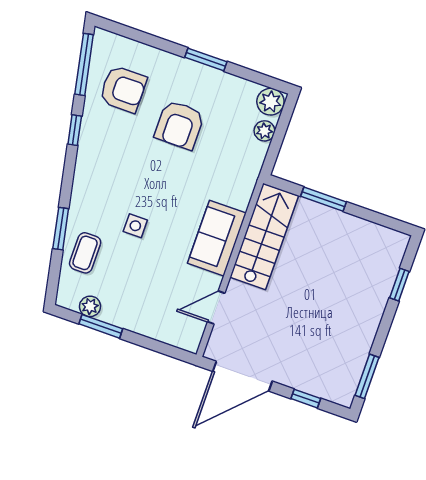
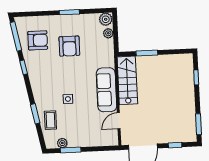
sofa: (217, 238) -> (106, 90), width x1.36

